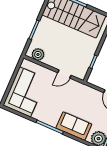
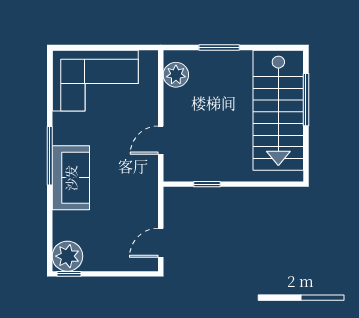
door: (64, 74) -> (161, 140), hinge flipped
sofa: (74, 126) -> (71, 178), moved

